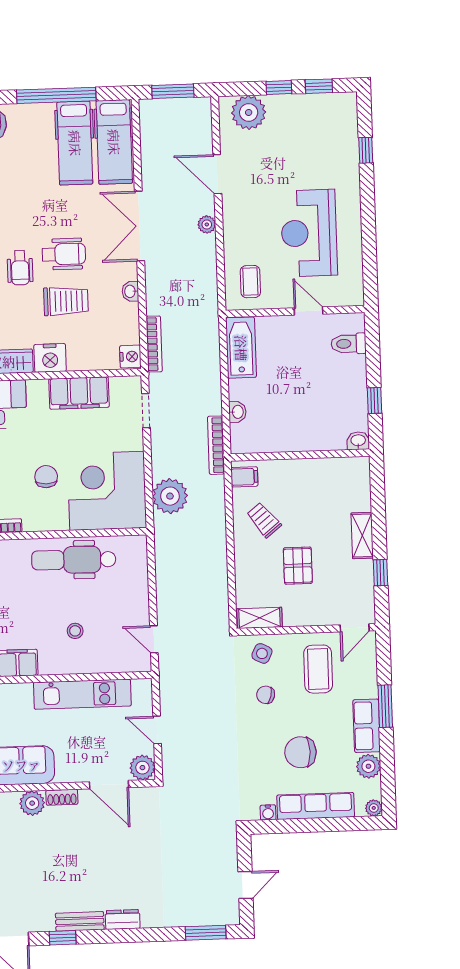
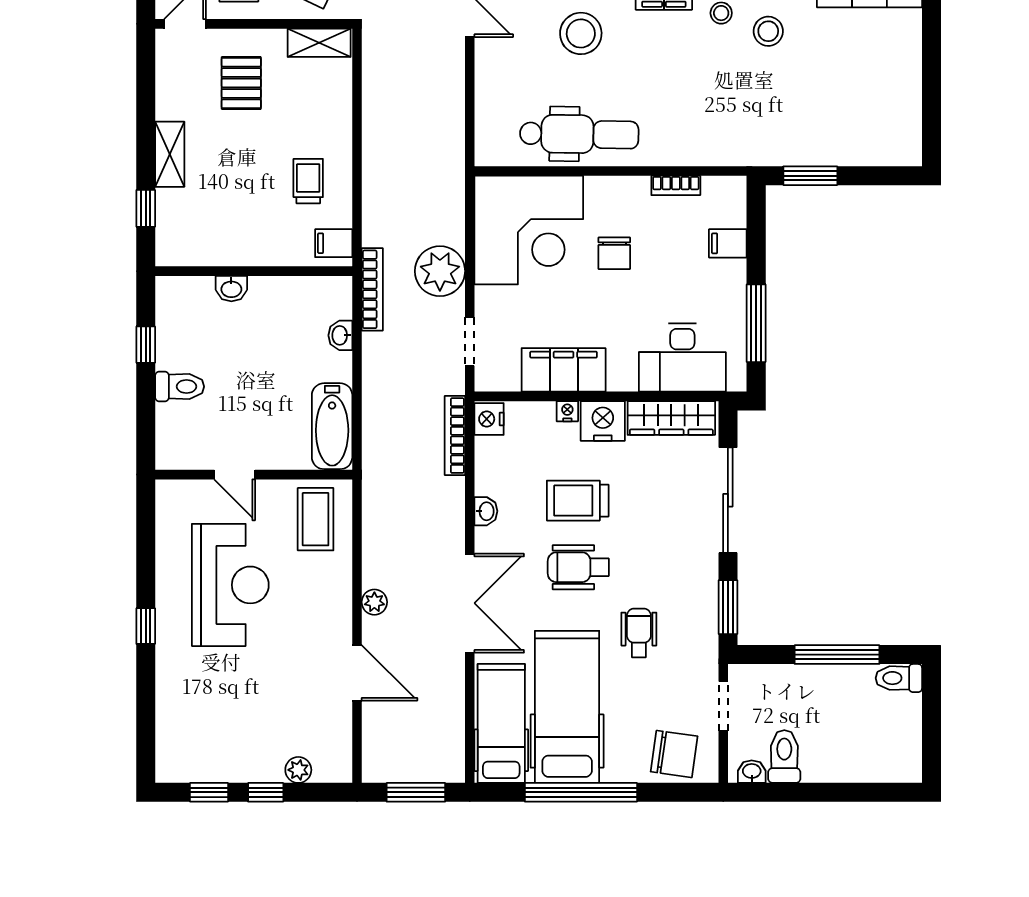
plant: (249, 112) -> (298, 770), width x0.53, depth x0.53
hospital bed: (75, 143) -> (567, 707), width x1.37, depth x1.29
window: (366, 150) -> (146, 626), moved
wheelchair: (20, 268) -> (639, 633), moved
coffee table: (250, 282) -> (316, 519), width x1.36, depth x1.30
toilet: (349, 344) -> (180, 387), moved
nightstand: (75, 364) -> (567, 411), added
washbasin: (358, 441) -> (231, 289), moved
plant: (170, 496) -> (440, 271), moved
trolley: (264, 520) -> (308, 181), turned -141
pallet: (298, 566) -> (241, 83), moved
window: (381, 573) -> (146, 208), moved
stool: (75, 631) -> (581, 33), width x1.89, depth x1.89

